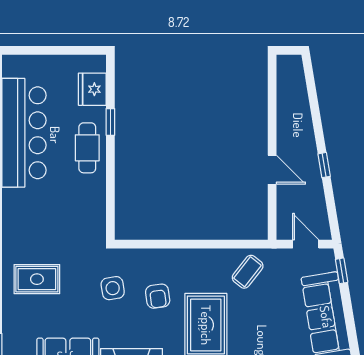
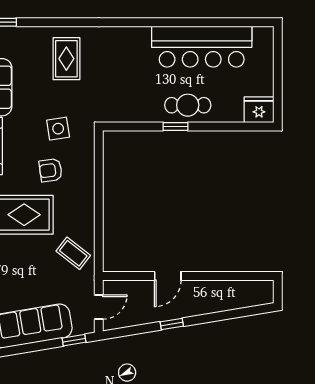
fridge: (92, 89) -> (259, 110), moved
window: (110, 122) -> (175, 126), moved

